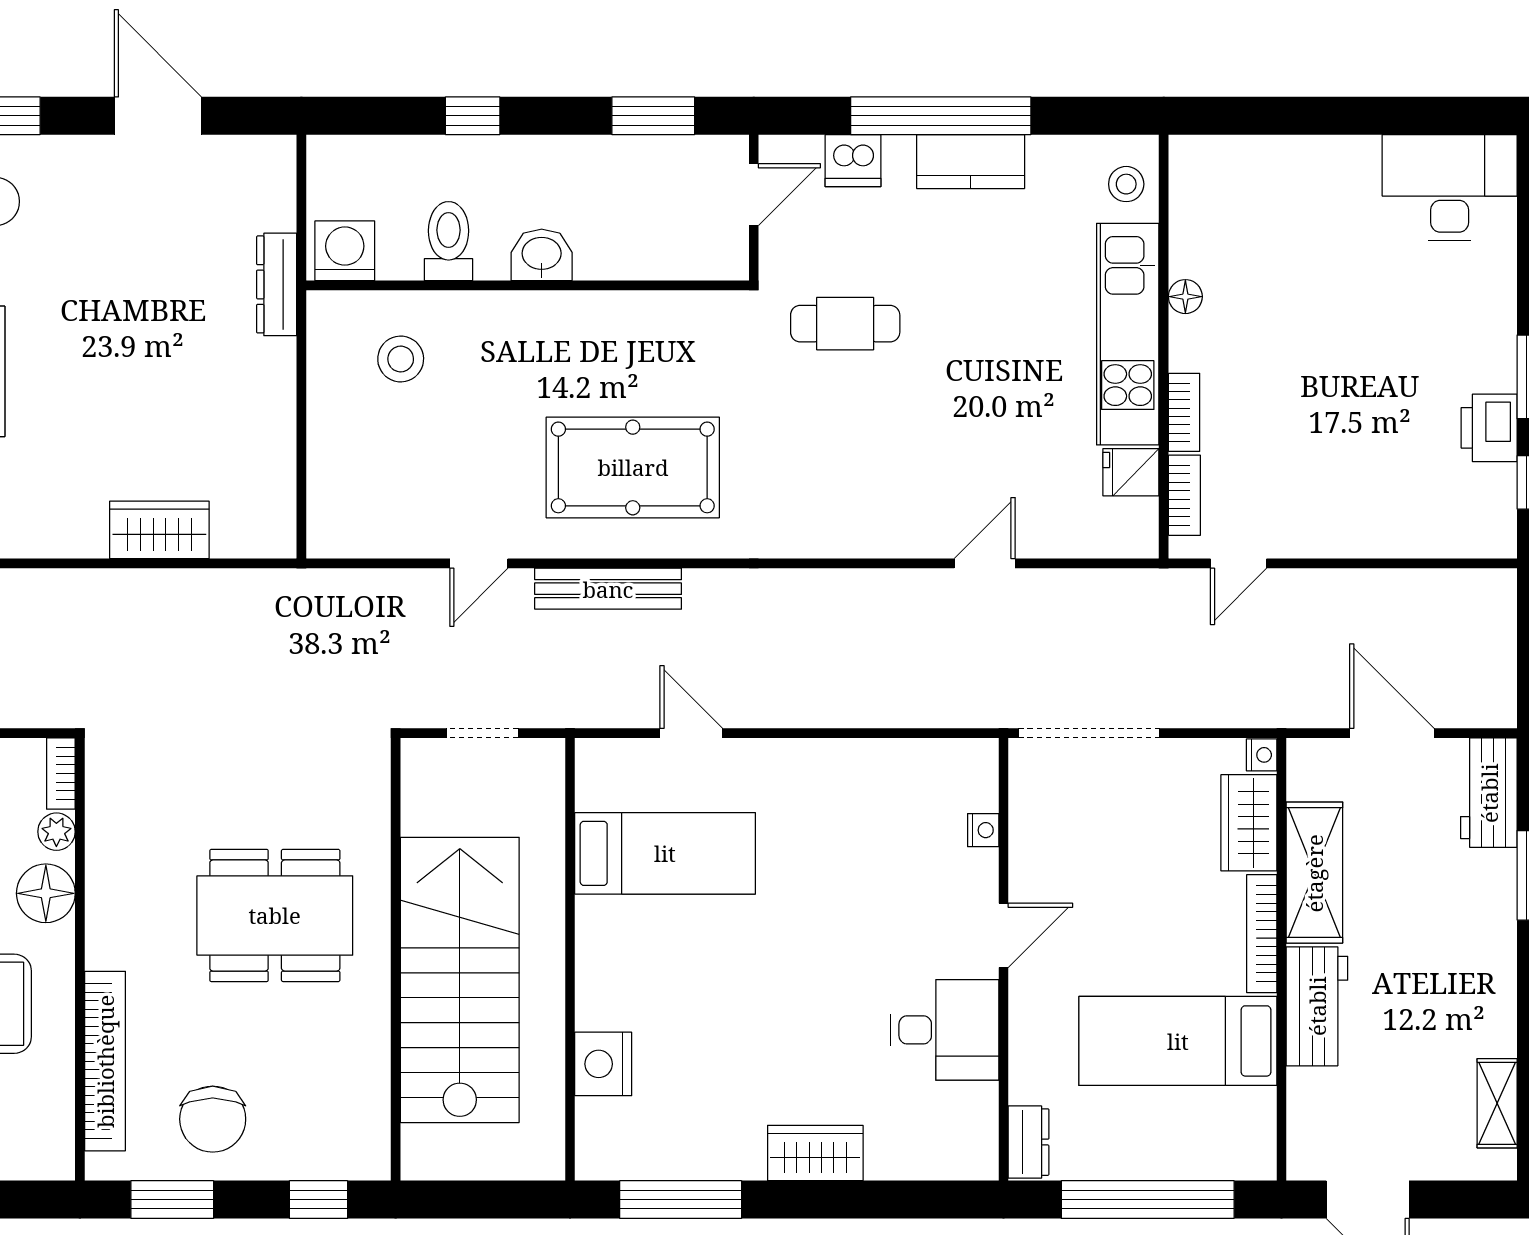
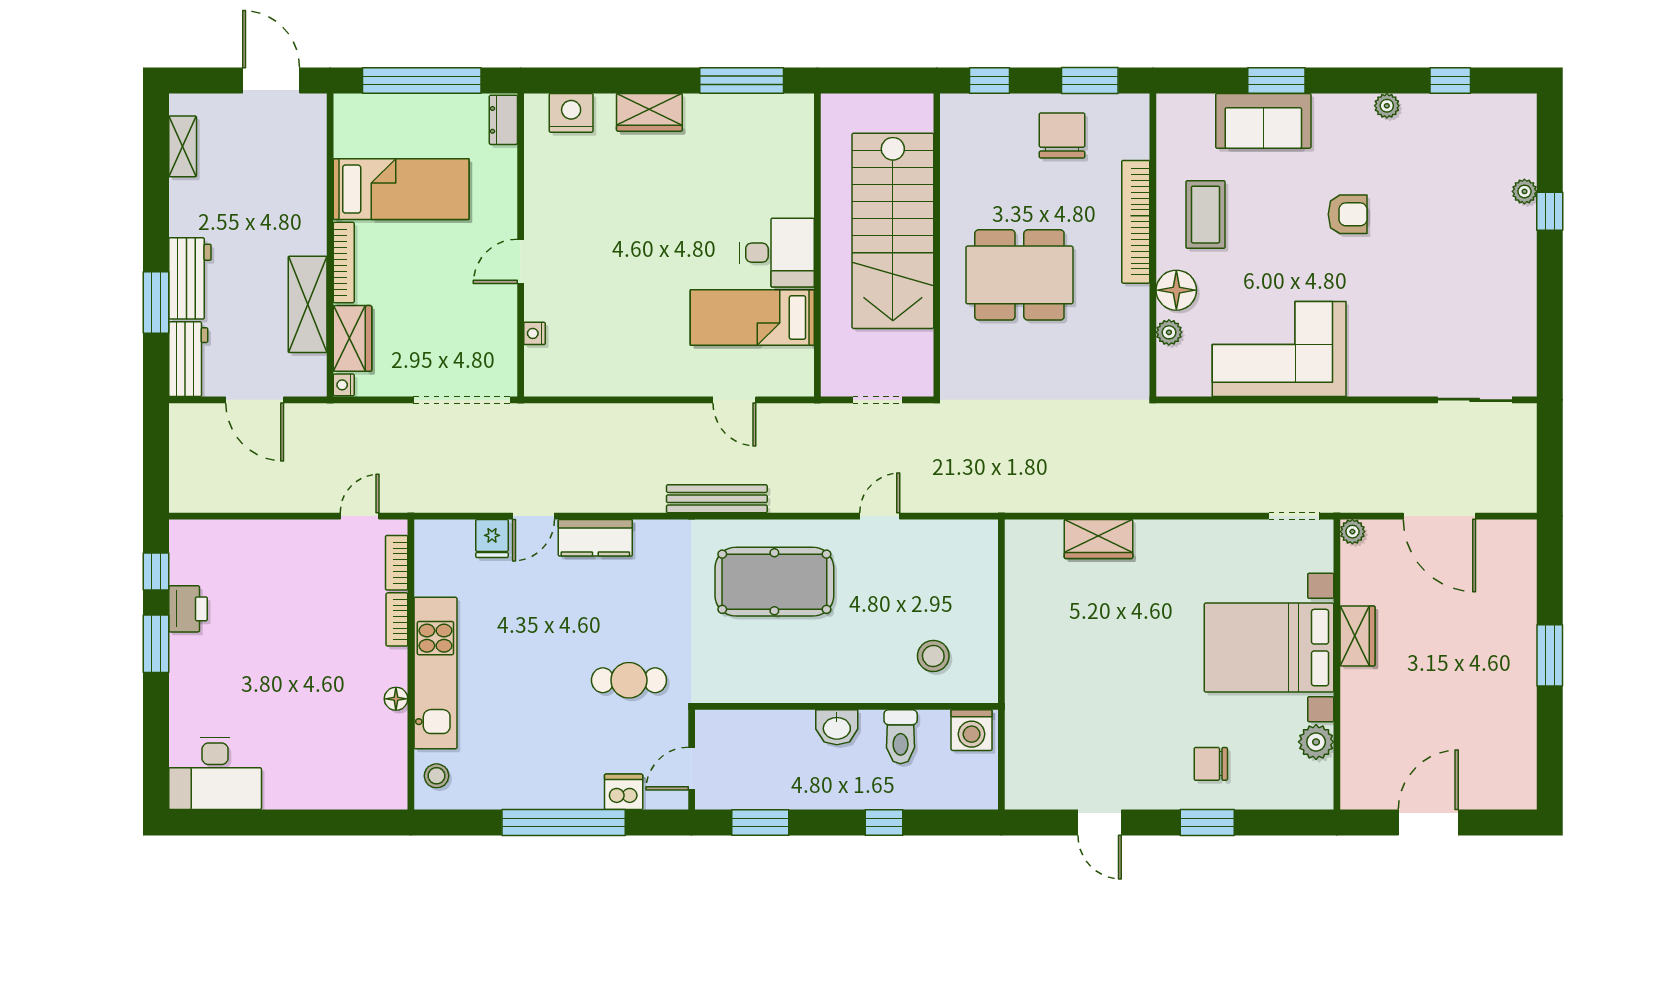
door: (158, 116) -> (1100, 823), width x0.73
kitchen counter: (971, 162) -> (595, 538), moved, turned 180
dresser: (277, 284) -> (1018, 707), removed
fridge: (1131, 472) -> (492, 538), moved, turned 90
bench: (608, 589) -> (717, 499), moved
bookcase: (61, 773) -> (1166, 372), removed
workbench: (1317, 1006) -> (190, 278), moved, turned 180
desk: (944, 1030) -> (777, 253), moved, turned 180
bookcase: (105, 1061) -> (1136, 222), moved
nightstand: (603, 1064) -> (571, 113), moved, turned -90

